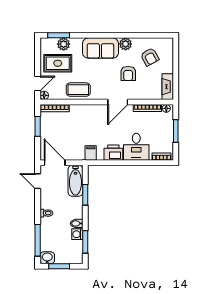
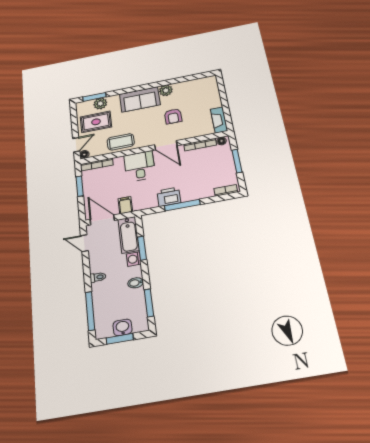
armchair: (150, 57) -> (194, 97), removed
door: (118, 102) -> (166, 145), hinge flipped
desk: (136, 147) -> (140, 166), moved, turned 180
filing cabinet: (91, 153) -> (125, 205), moved
window: (124, 163) -> (182, 205), added
washing machine: (77, 234) -> (134, 259), moved
washbasin: (47, 258) -> (122, 327), moved

